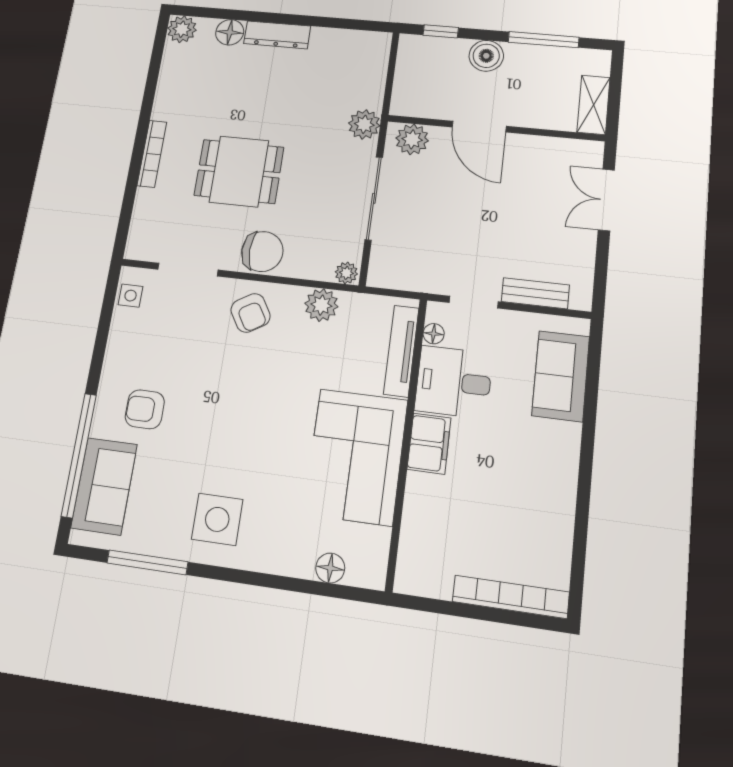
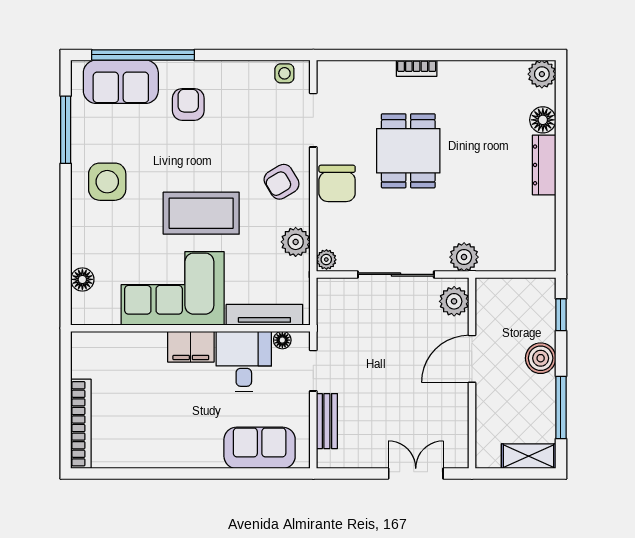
shelving: (593, 105) -> (529, 456), moved
bookcase: (152, 154) -> (417, 68), width x0.64
coffee table: (272, 410) -> (201, 213), added

